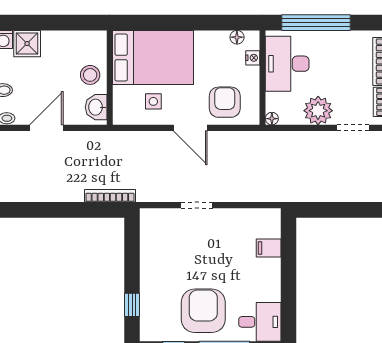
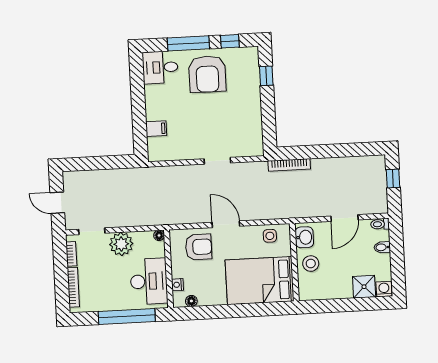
side table: (153, 101) -> (270, 236), moved
armchair: (225, 102) -> (199, 247), turned -90

